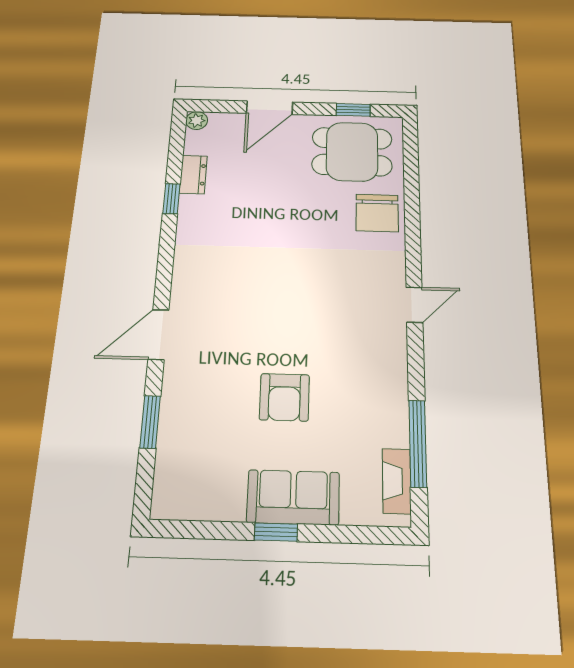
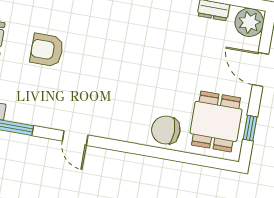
plant: (197, 121) -> (249, 22), width x1.88, depth x1.88
door: (414, 305) -> (75, 138), moved

